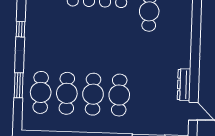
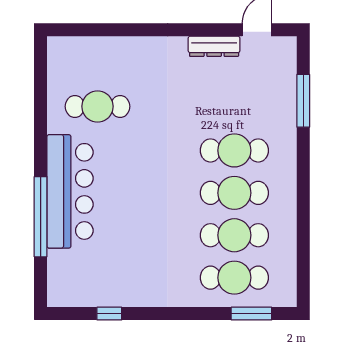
window: (21, 29) -> (109, 314), moved
window: (19, 85) -> (251, 314), moved

